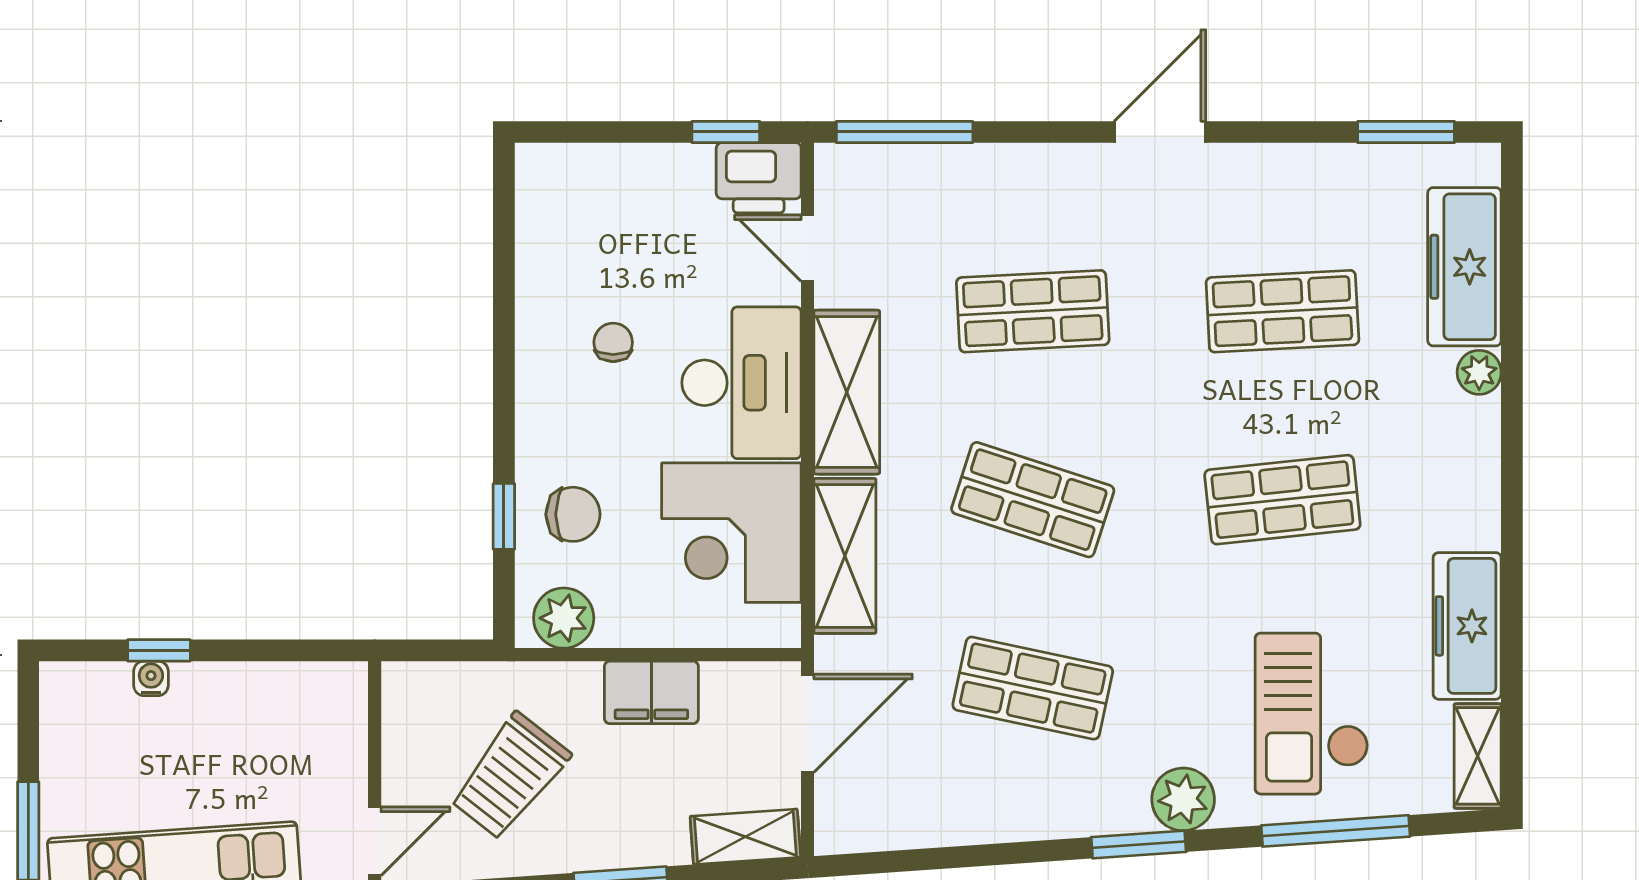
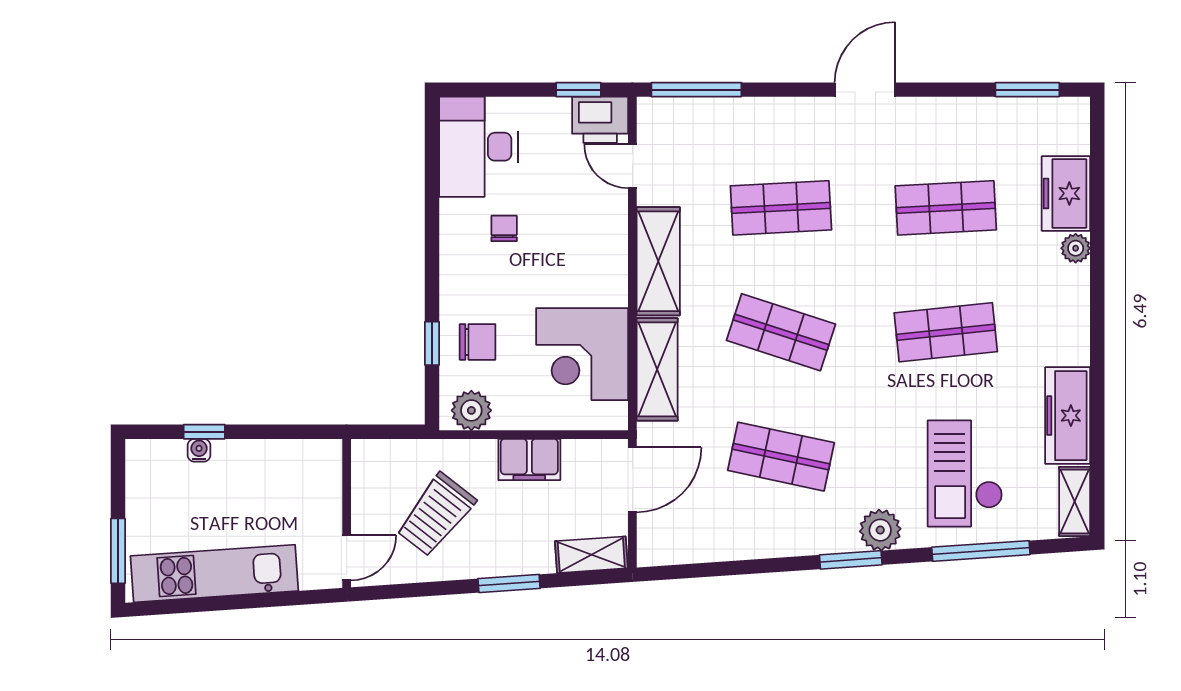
freezer: (1464, 267) -> (1066, 193), width x0.71
desk: (741, 383) -> (478, 147), moved, turned 180

